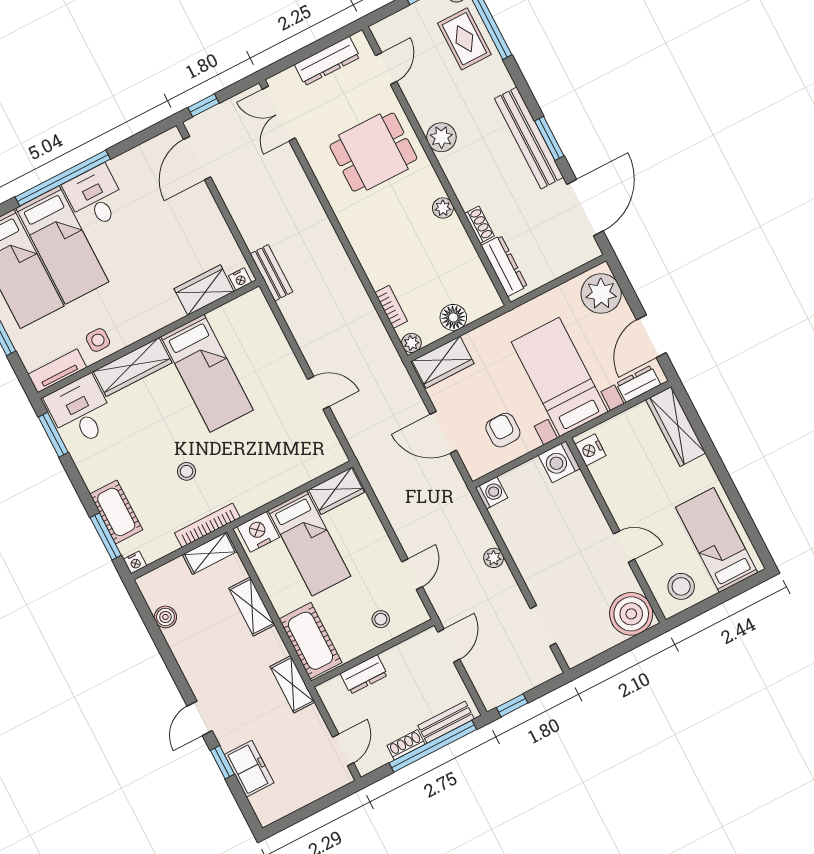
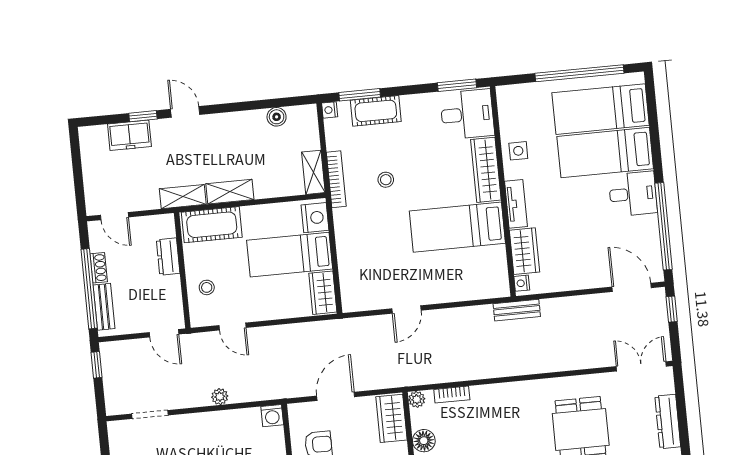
window: (63, 178) -> (663, 226), moved
tv unit: (57, 371) -> (516, 204), moved
shelving: (252, 607) -> (230, 192), moved

